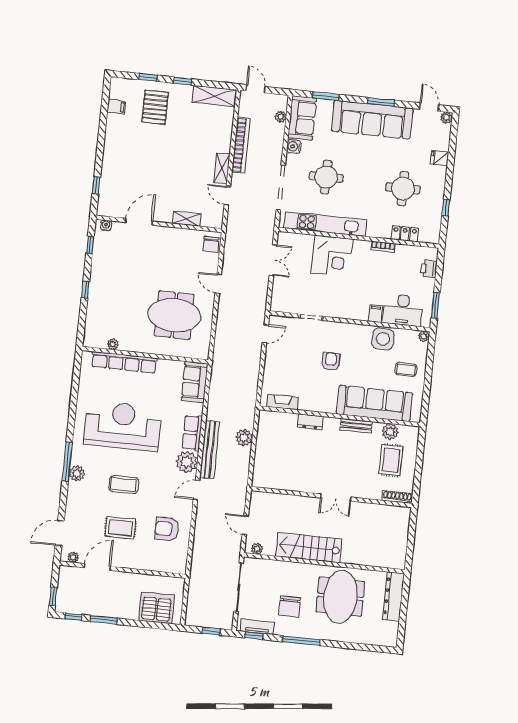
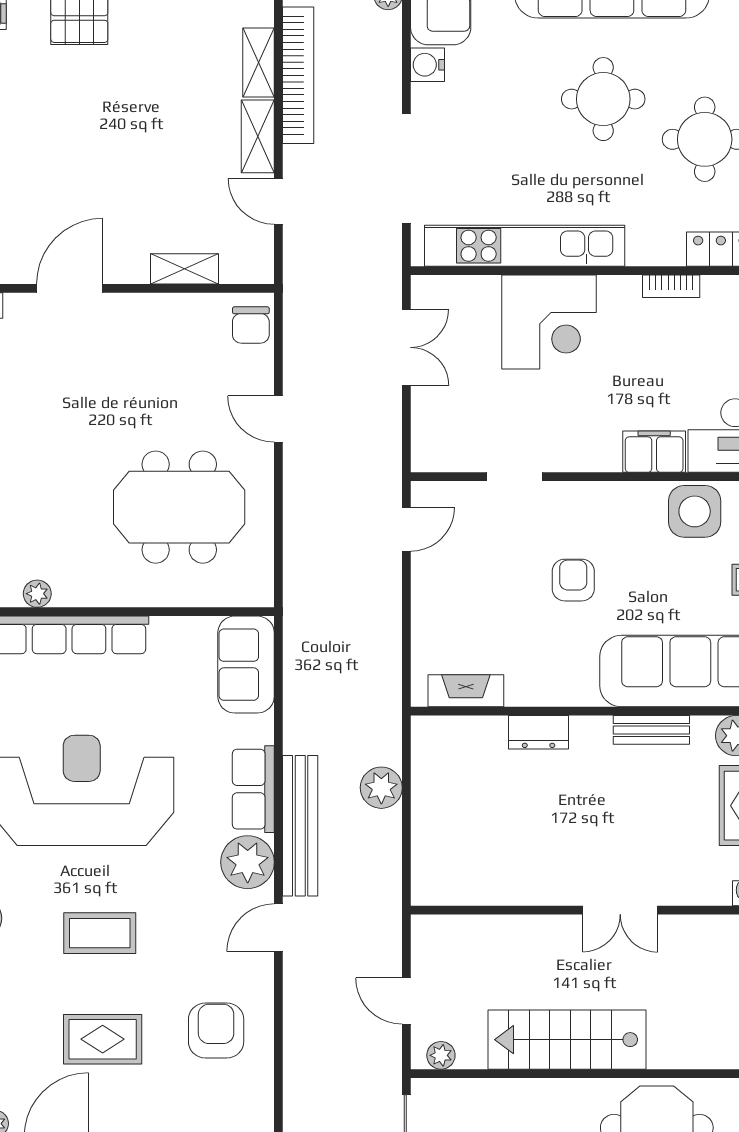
shelving: (225, 138) -> (259, 62), added
round table: (326, 177) -> (603, 99), moved
filing cabinet: (375, 314) -> (654, 452), width x2.00
armchair: (167, 529) -> (216, 1030), turned 90

